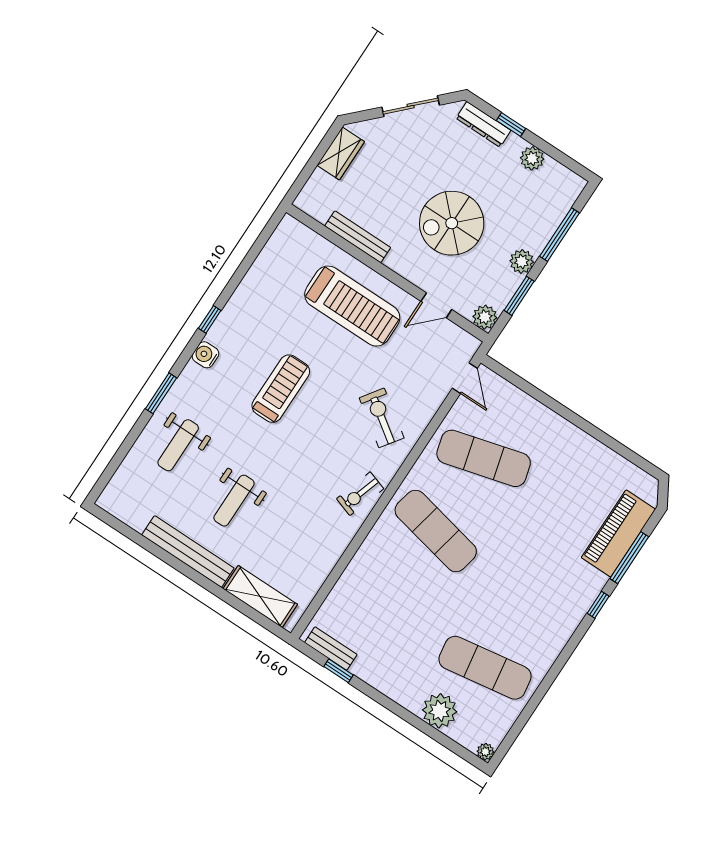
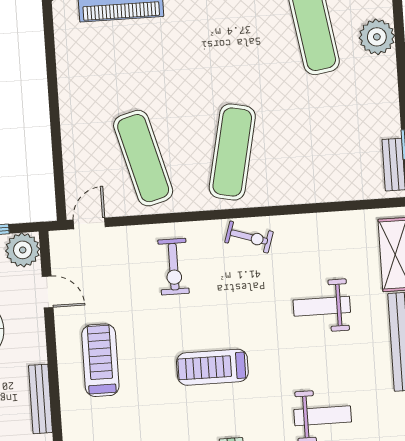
treadmill: (352, 306) -> (100, 360), width x0.73, depth x0.73
plant: (485, 317) -> (23, 250), width x1.36, depth x1.36
exercise bike: (382, 418) -> (174, 267), turned -35
weight bench: (234, 501) -> (322, 306), moved, turned 180

